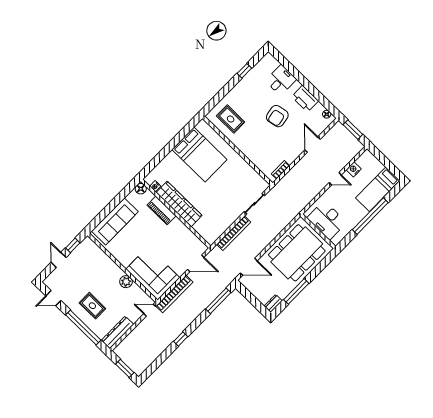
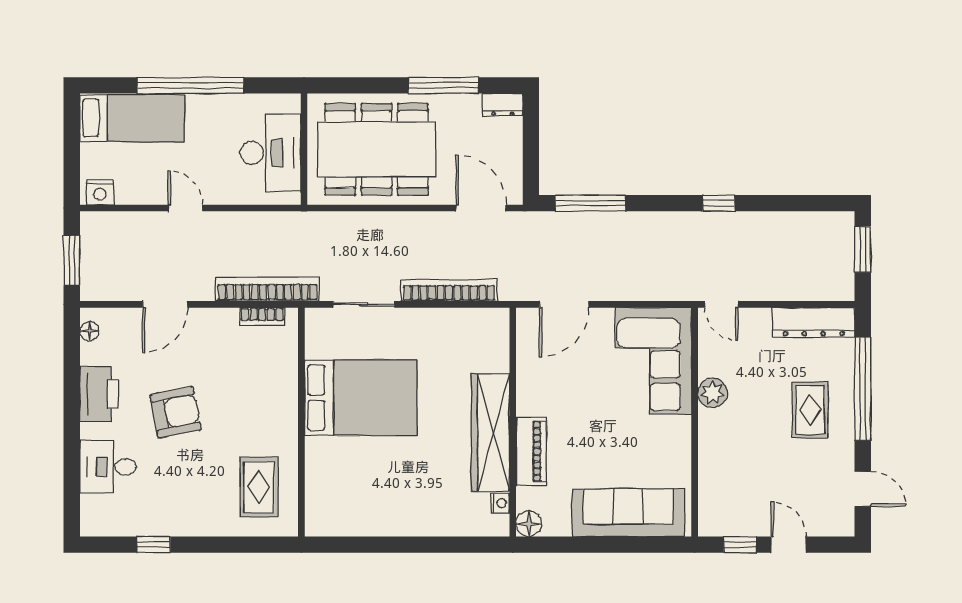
bed: (199, 155) -> (361, 398), moved, turned 90
nightstand: (354, 169) -> (100, 192), moved
door: (59, 260) -> (789, 545), swing flipped
door: (196, 263) -> (564, 304), swing flipped
bookcase: (174, 294) -> (268, 289), moved

